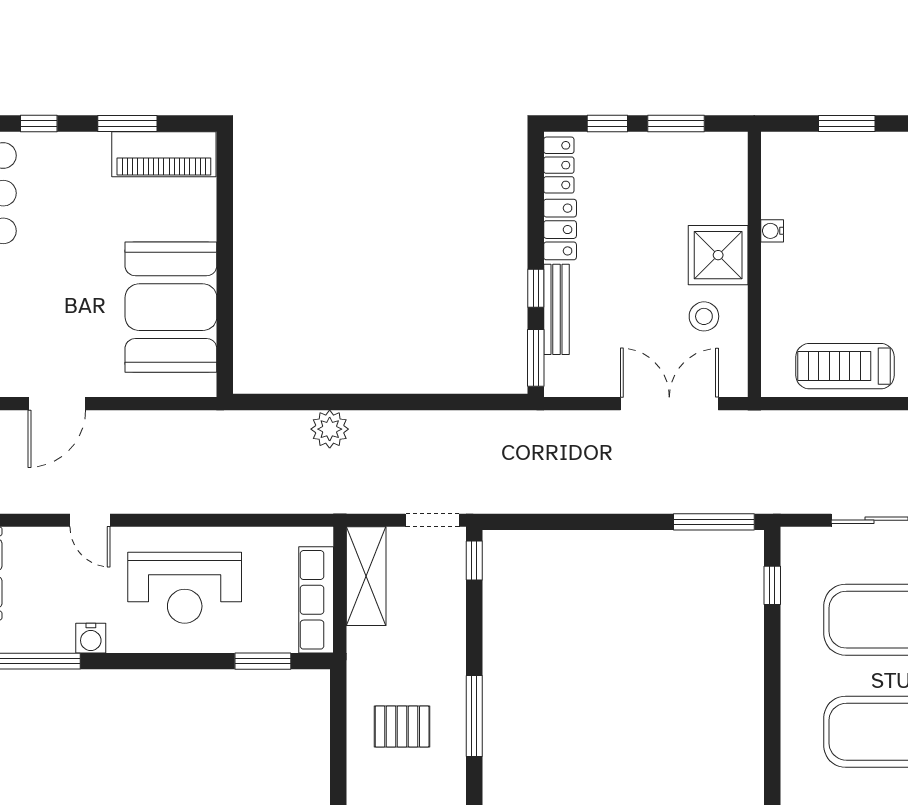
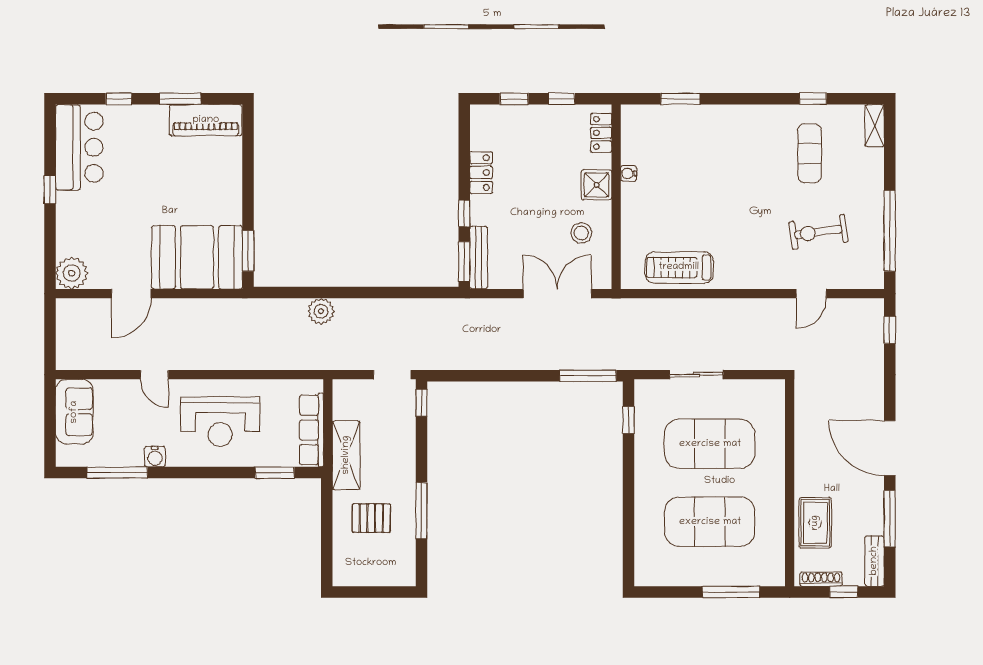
window: (676, 124) -> (562, 99), width x0.67
locker: (559, 165) -> (601, 133), moved, turned 180
shower: (718, 255) -> (597, 185), width x0.73, depth x0.73
booth: (171, 307) -> (197, 257), moved, turned 90
bench: (556, 309) -> (479, 258), moved
window: (225, 342) -> (248, 251), added
shelving: (366, 576) -> (346, 455), moved

